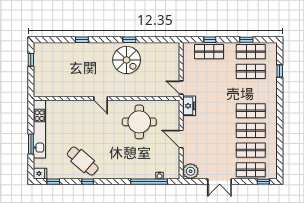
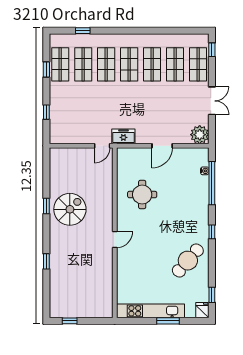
shop shelf: (209, 52) -> (106, 64), moved
round table: (139, 122) -> (142, 195), width x0.73, depth x0.73
window: (88, 182) -> (212, 232), moved

